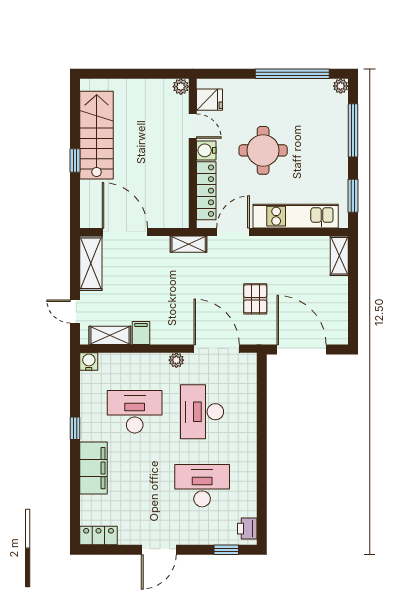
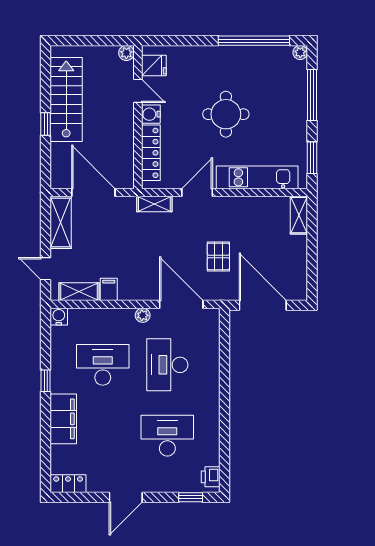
plant: (181, 87) -> (126, 53), moved
fridge: (209, 100) -> (154, 65), moved
door: (193, 126) -> (138, 91), moved
water cooler: (206, 150) -> (151, 114), moved
wall: (193, 153) -> (138, 117), moved
locker: (206, 191) -> (151, 153), moved

